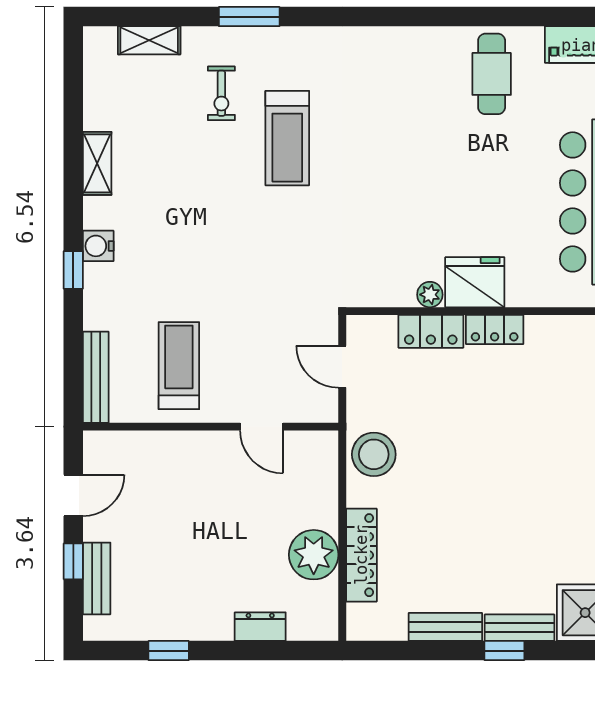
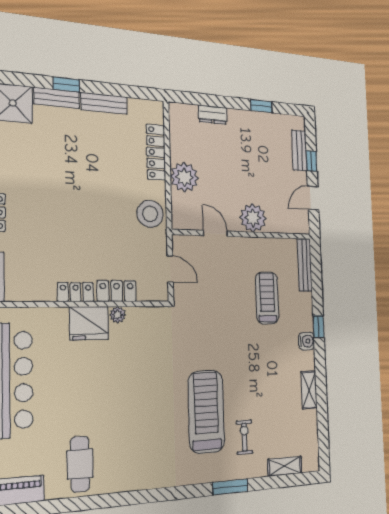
treadmill: (287, 138) -> (206, 412), width x1.37, depth x1.38
treadmill: (179, 366) -> (267, 298), moved, turned 180
plant: (192, 455) -> (253, 218), added
plant: (314, 555) -> (184, 177), moved

